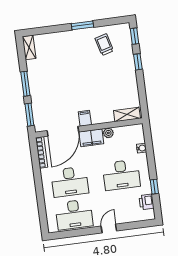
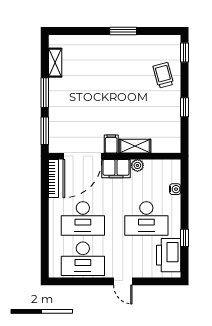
trolley: (104, 45) -> (163, 75), moved
shelving: (29, 47) -> (55, 63), moved
window: (138, 62) -> (185, 107), moved
shelving: (127, 114) -> (135, 146), moved
printer: (146, 202) -> (169, 255), width x1.87, depth x1.48
door: (109, 229) -> (123, 281), swing flipped

